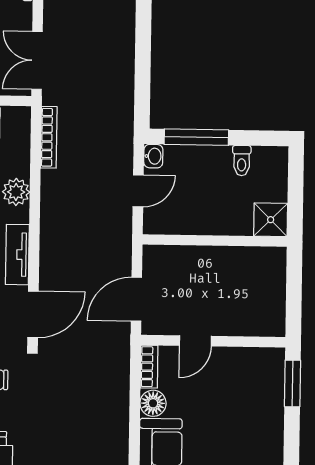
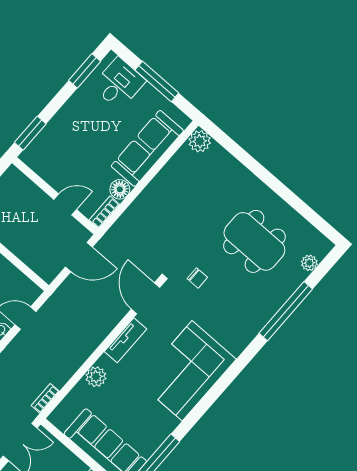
bookcase: (49, 137) -> (45, 398), width x0.64
door: (33, 314) -> (146, 298), hinge flipped

